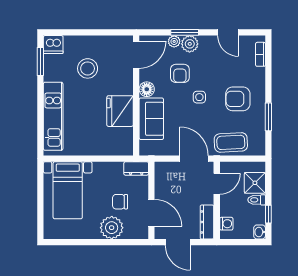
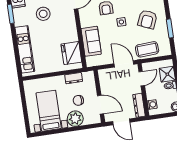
floor lamp: (147, 89) -> (85, 22), removed
armchair: (238, 99) -> (147, 19), turned -67
fridge: (120, 111) -> (71, 53), moved
dresser: (136, 168) -> (74, 78), moved
bed with nightstands: (68, 190) -> (49, 111), moved, turned 180

